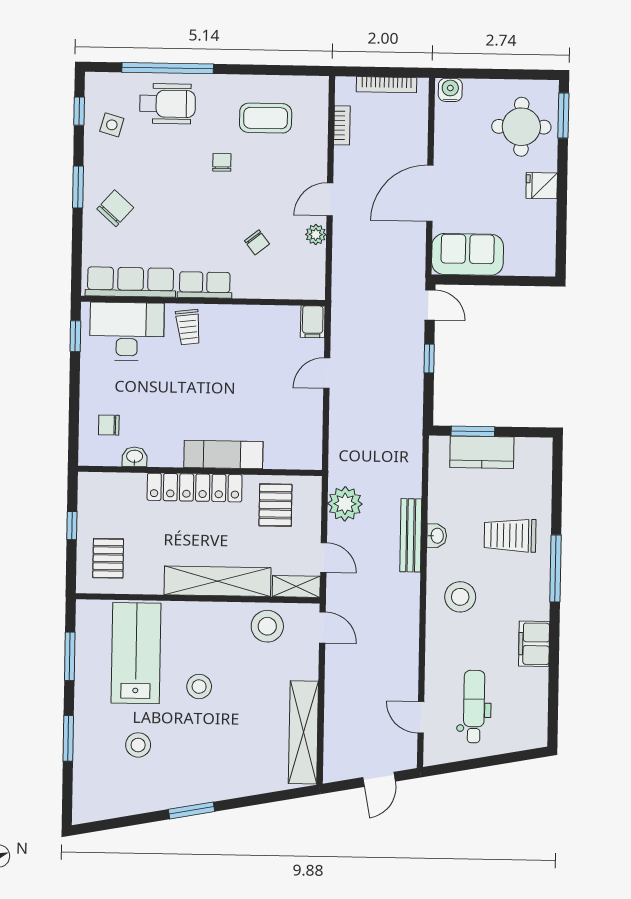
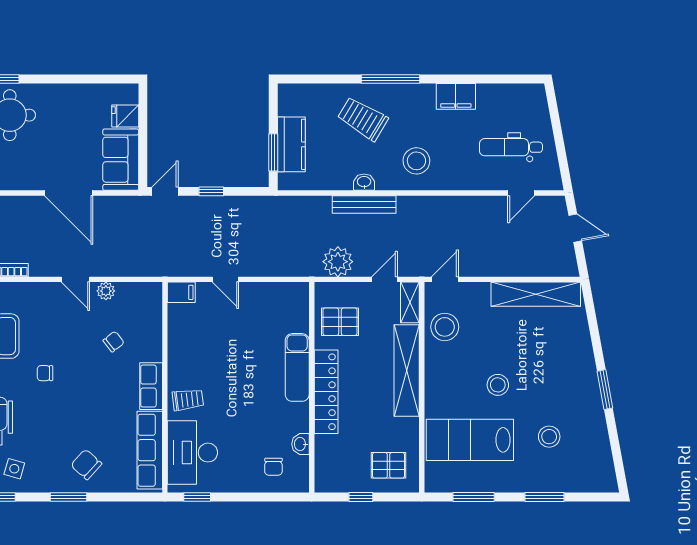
fridge: (542, 186) -> (125, 116), moved, turned 90
trolley: (510, 535) -> (363, 119), turned 121

